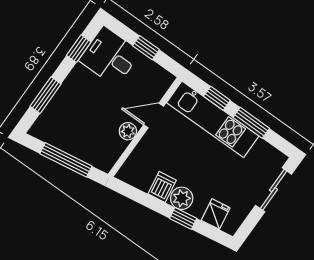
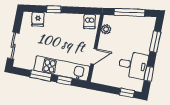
window: (146, 48) -> (127, 93), moved
desk: (110, 56) -> (133, 65), moved
plant: (128, 131) -> (106, 29), moved
dishwasher: (162, 187) -> (89, 22), moved
plant: (182, 198) -> (59, 20), removed

